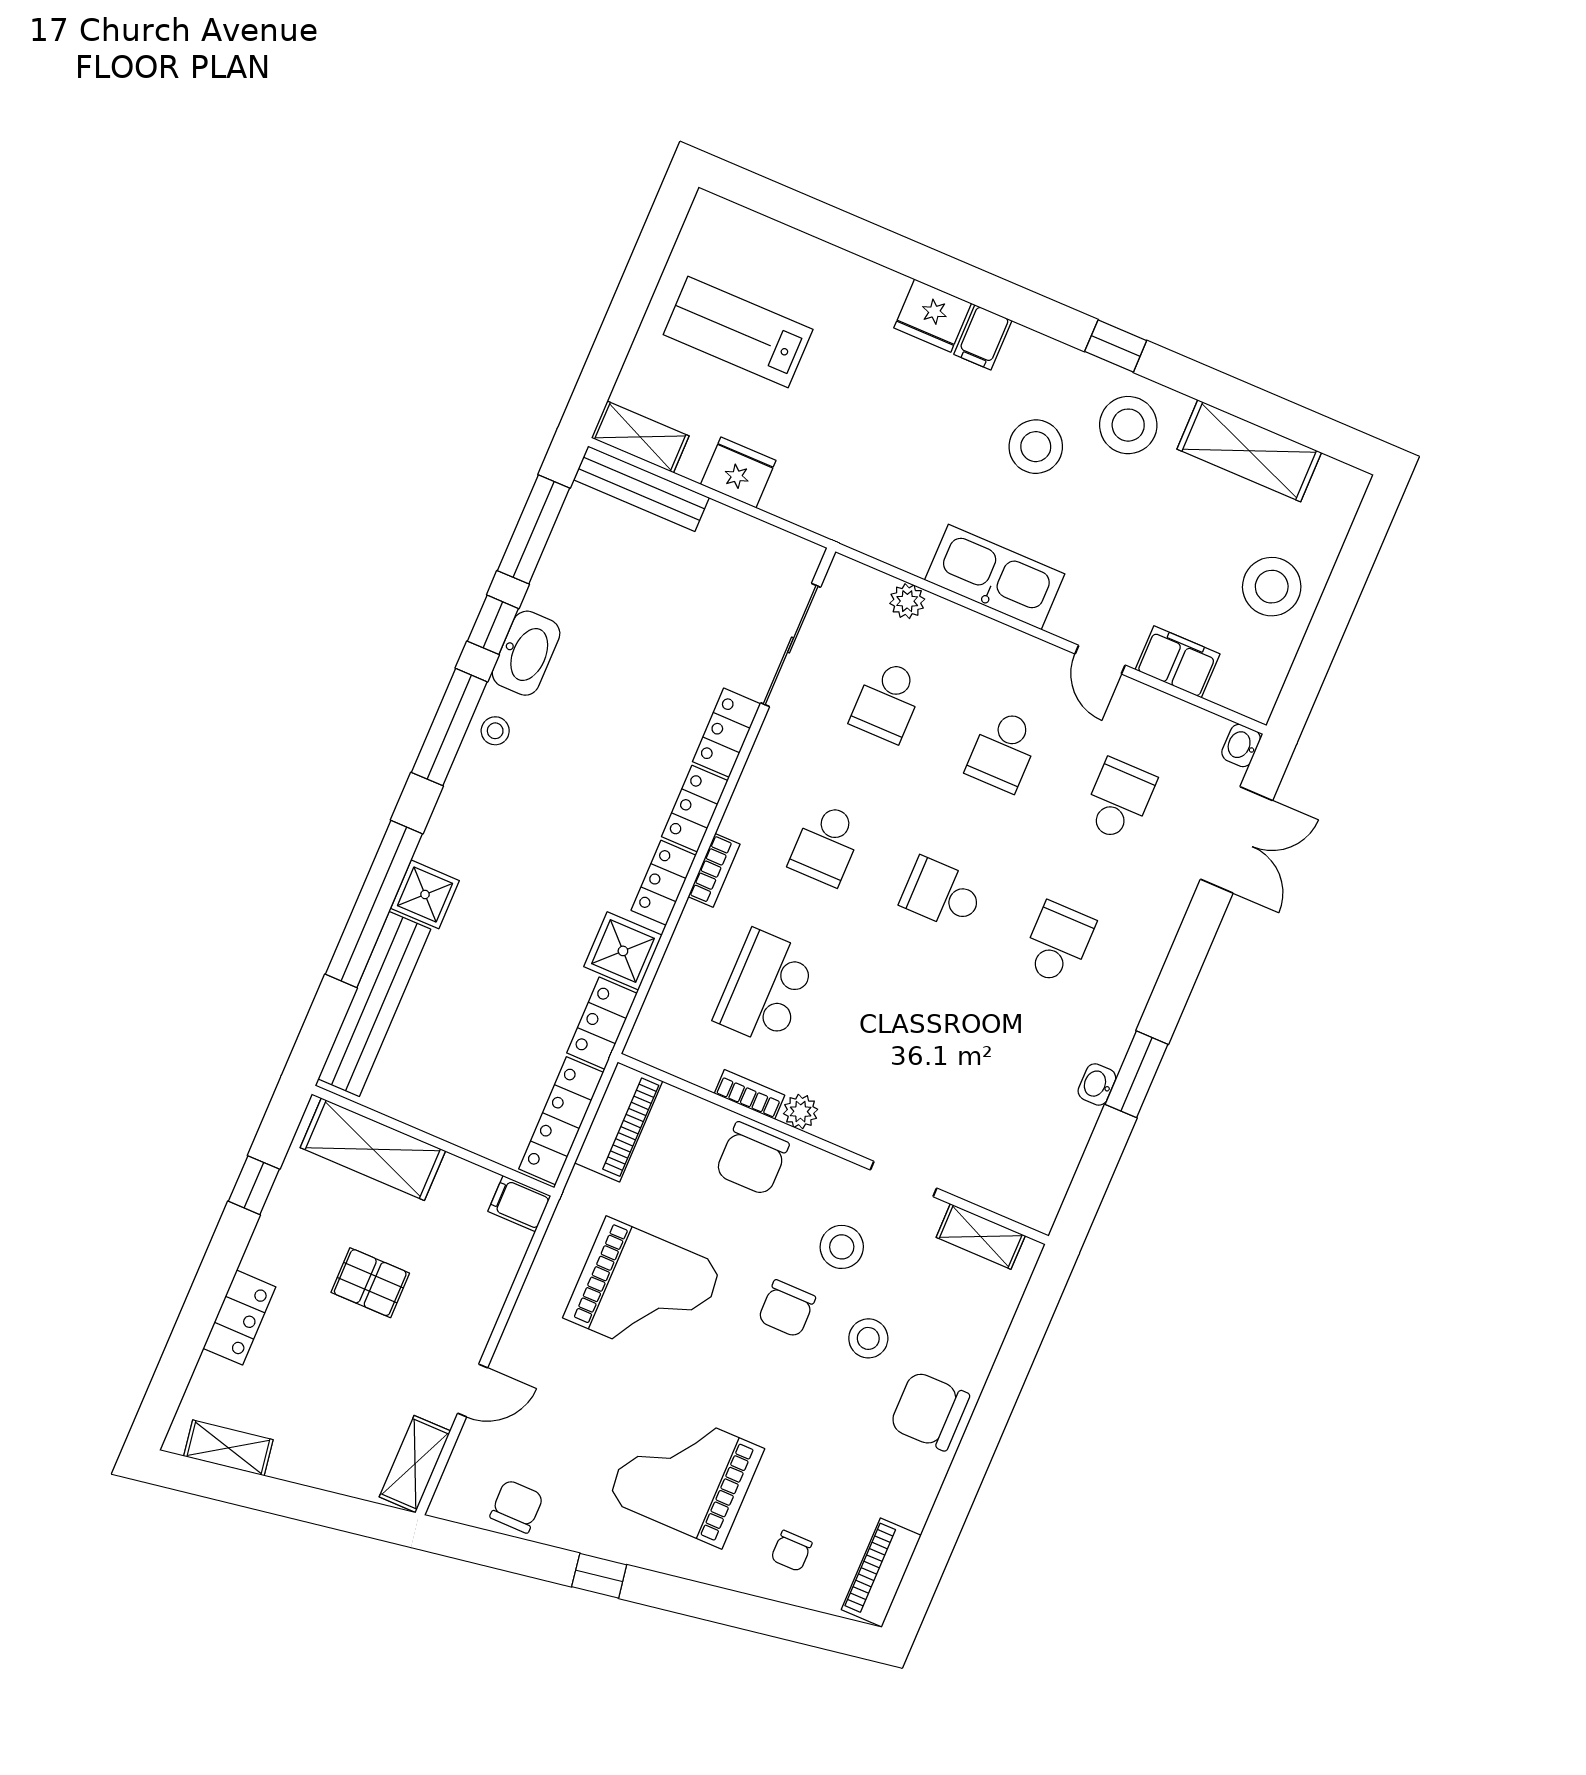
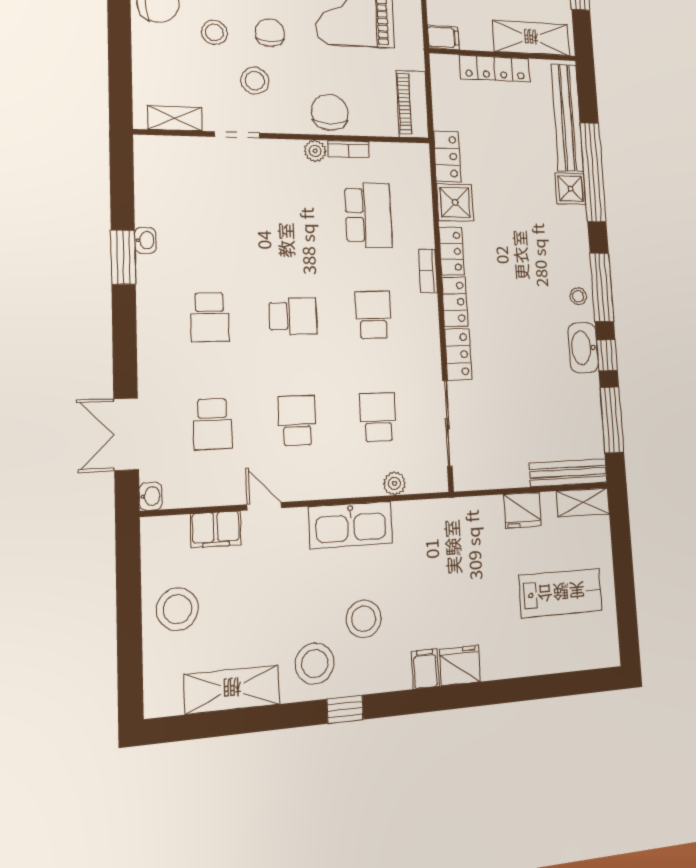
locker: (561, 1121) -> (495, 69), moved, turned 90

